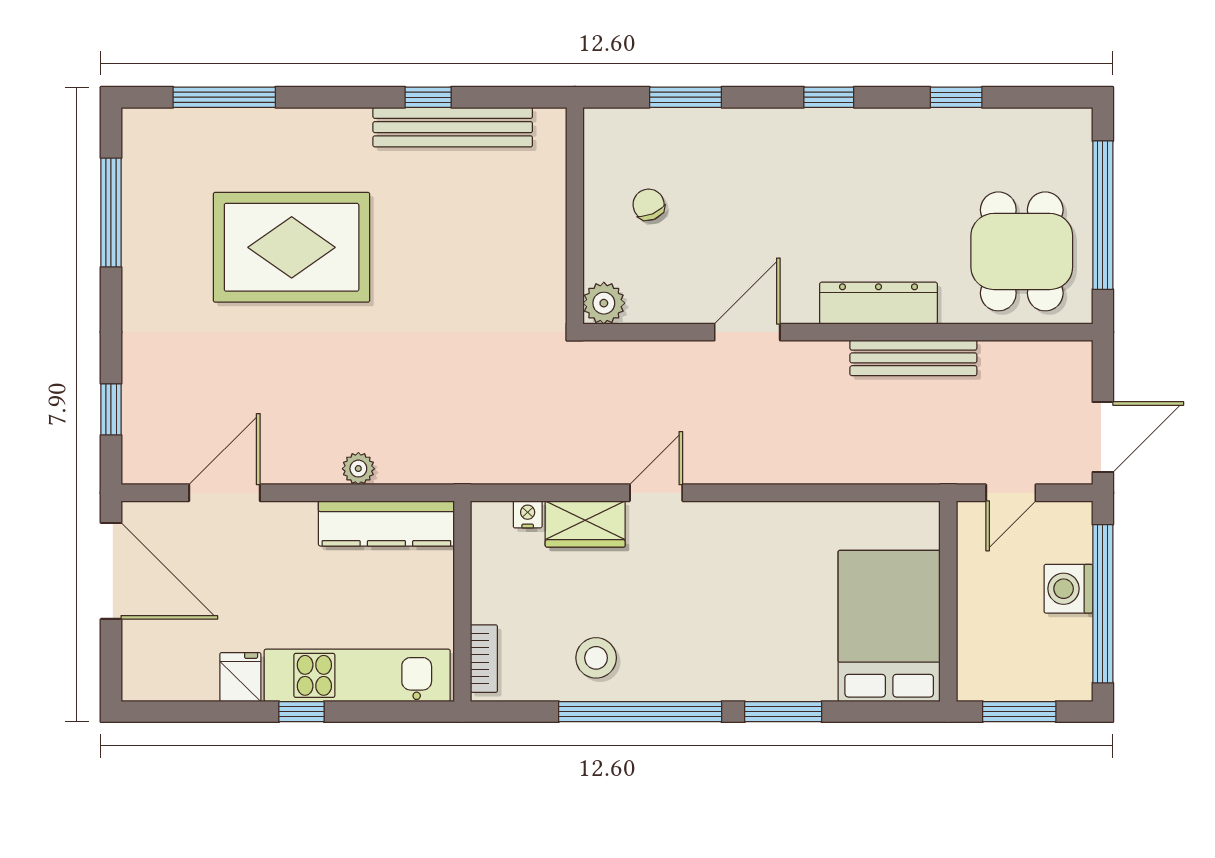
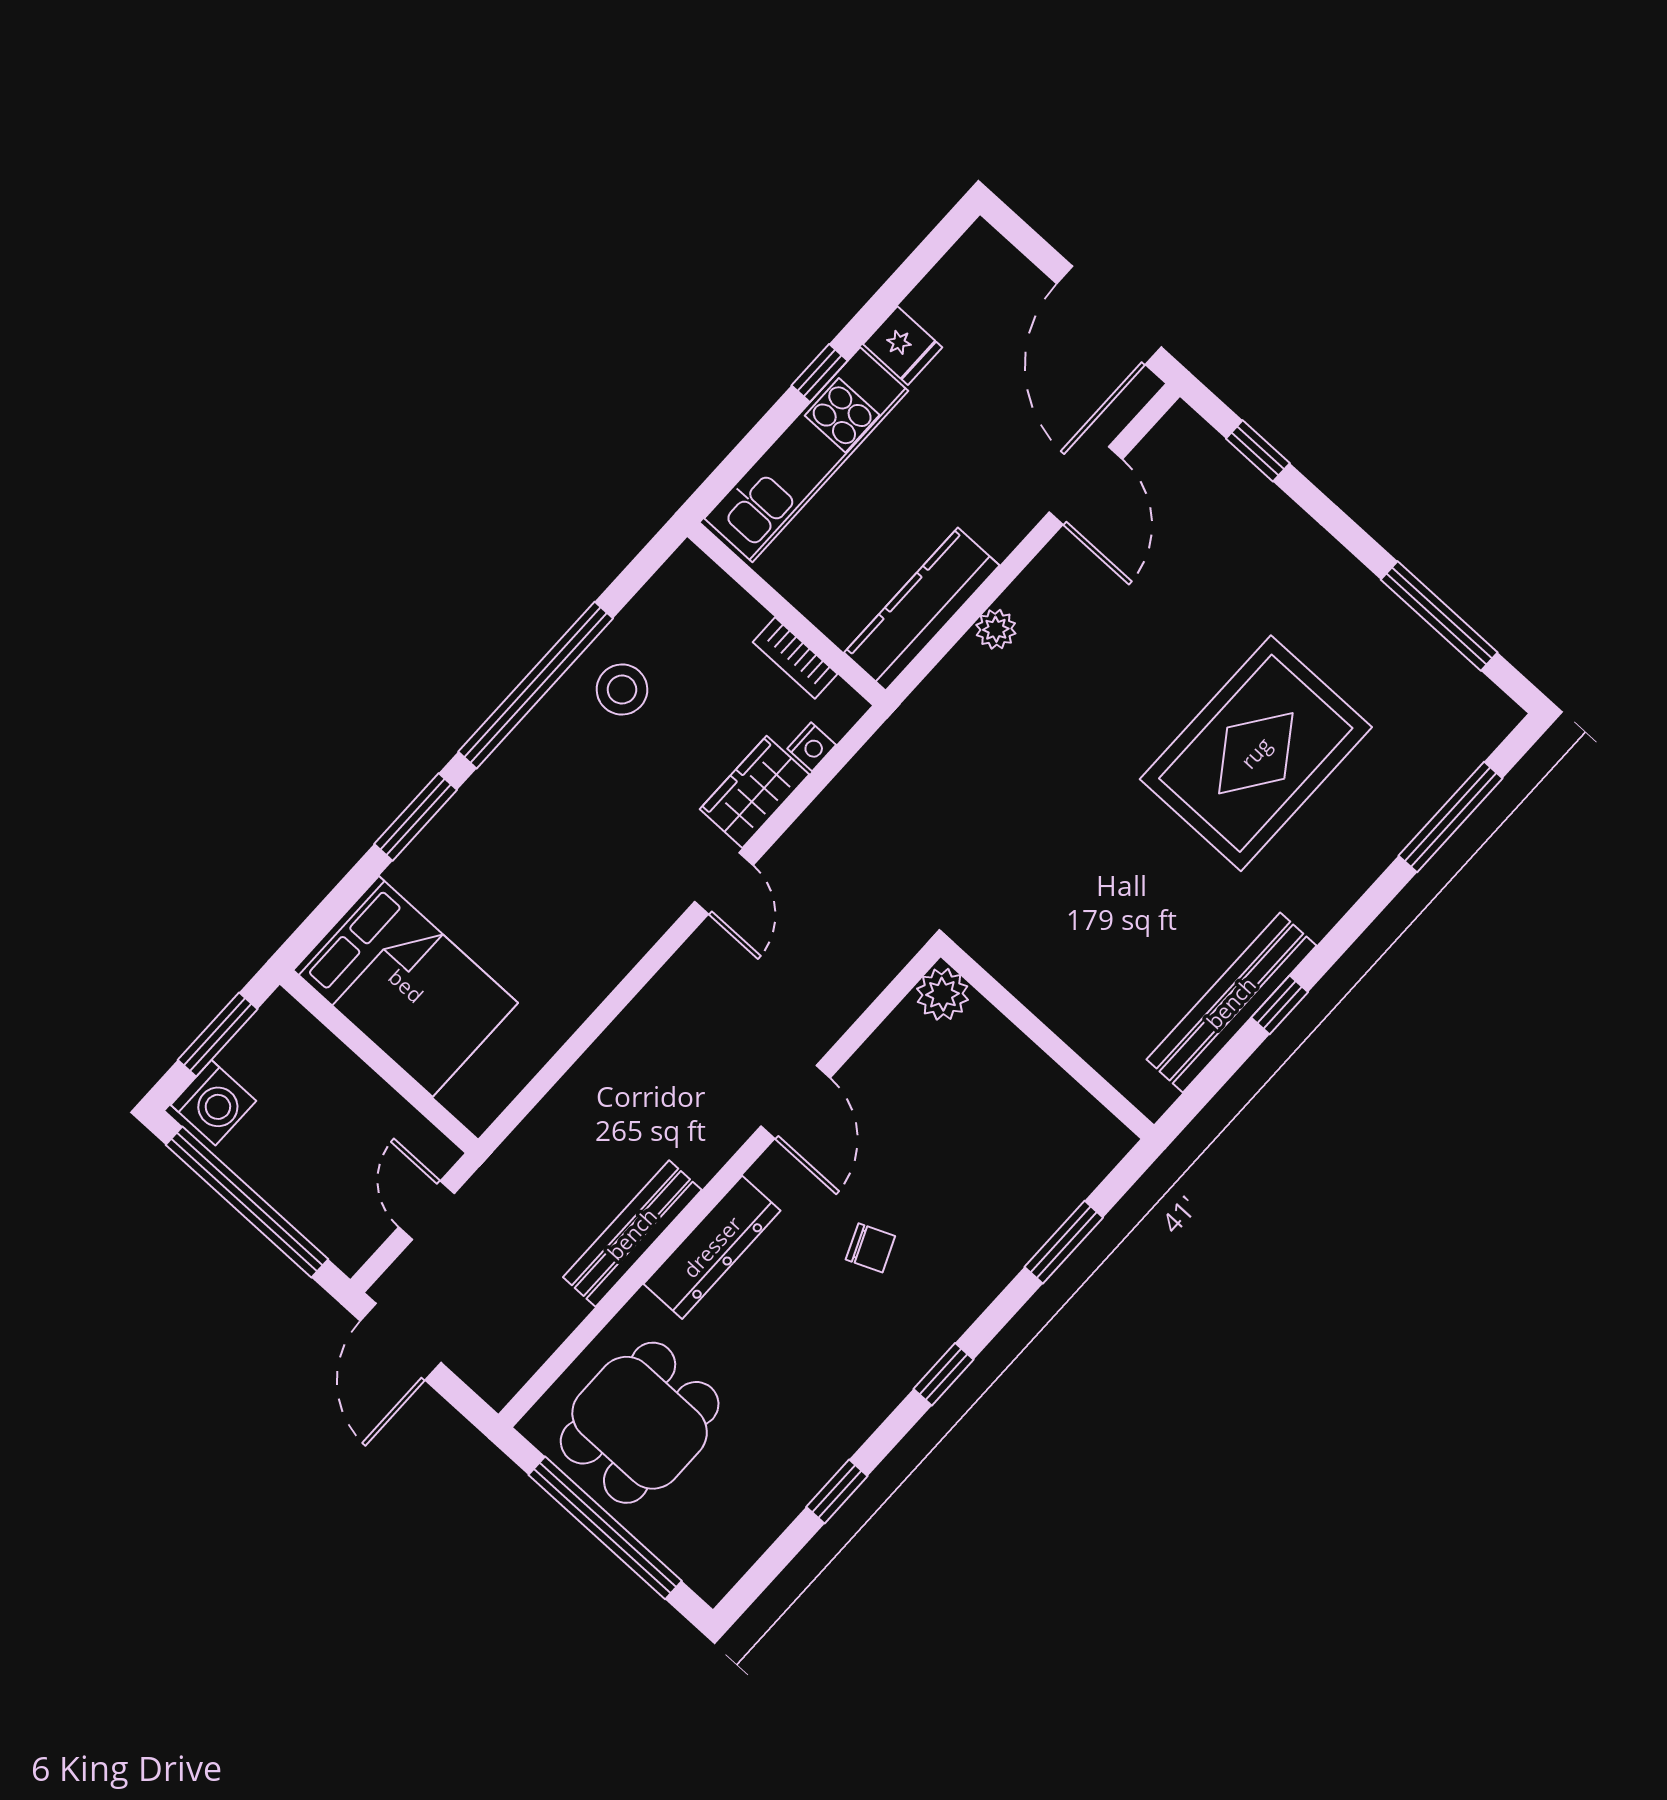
chair: (649, 205) -> (870, 1248), moved
dining table: (1022, 251) -> (640, 1423), turned 90
door: (111, 571) -> (1109, 315), hinge flipped
washing machine: (1068, 589) -> (213, 1103), moved, turned 90
bookcase: (484, 659) -> (795, 658), moved

